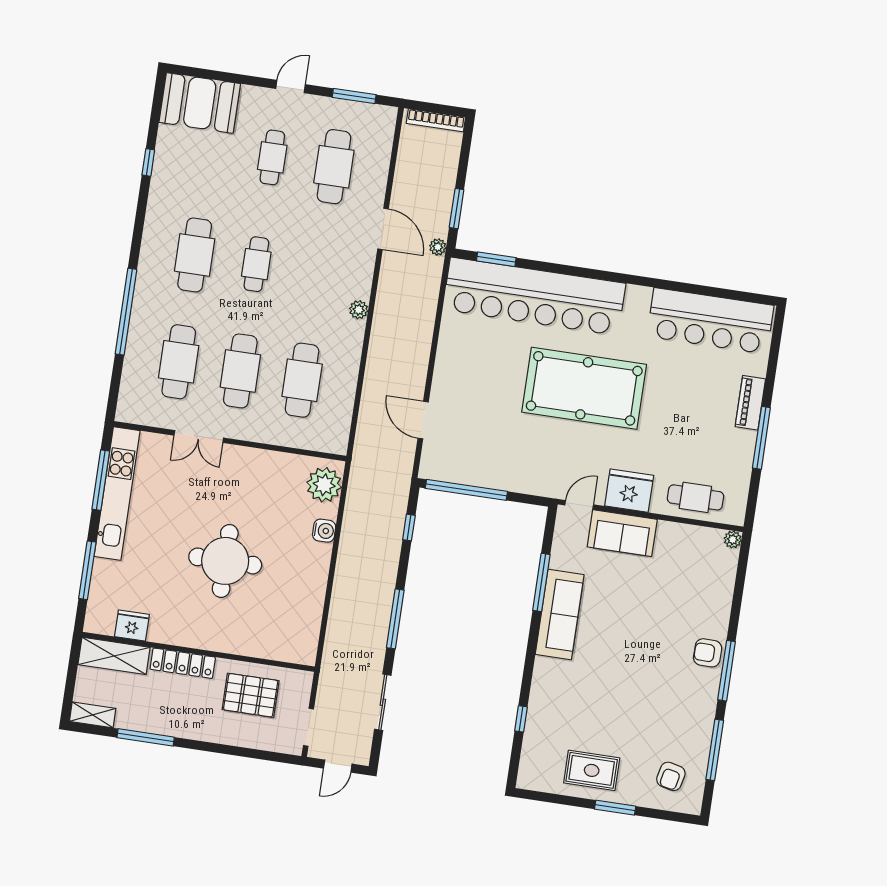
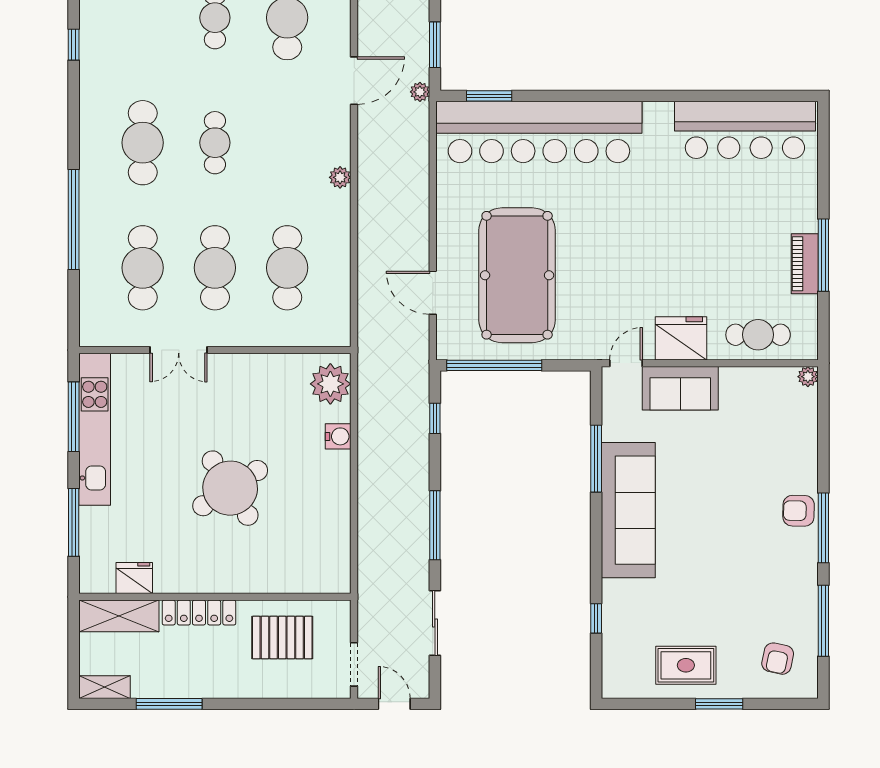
door: (383, 229) -> (354, 81), hinge flipped
pool table: (584, 388) -> (517, 275), moved, turned 90
piano: (750, 403) -> (805, 264), moved
round table: (225, 561) -> (230, 488), turned -33
sofa: (560, 615) -> (628, 510), width x1.36, depth x1.27
door: (338, 766) -> (394, 704), swing flipped

